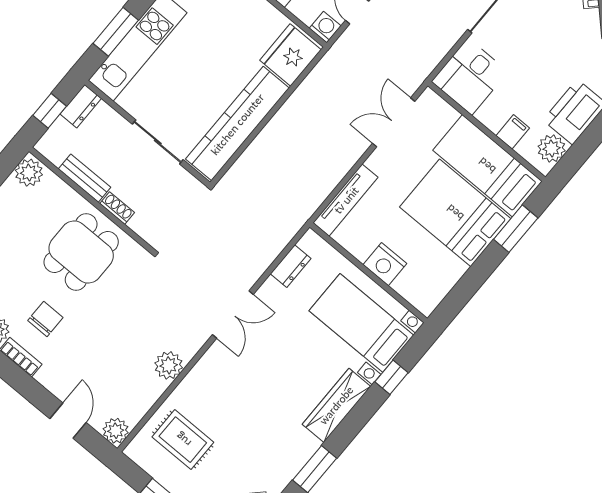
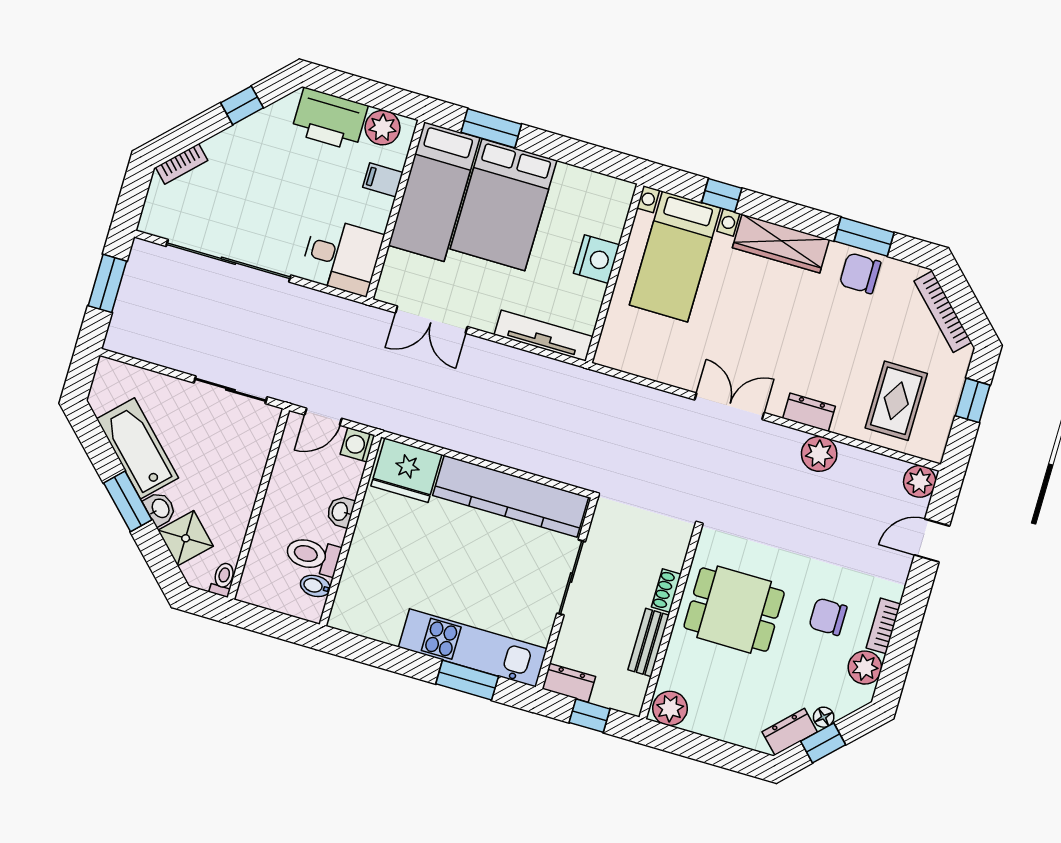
dresser: (291, 266) -> (809, 412), moved
chair: (289, 454) -> (860, 273), added

